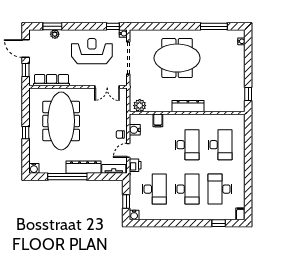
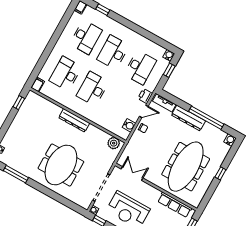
meeting table: (177, 58) -> (61, 165), turned 90
filing cabinet: (158, 120) -> (38, 85), moved
desk: (154, 189) -> (140, 67), turned 180

